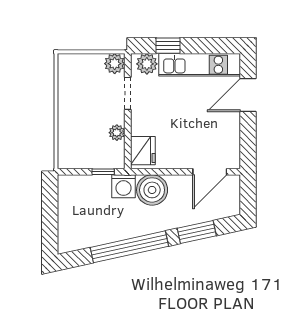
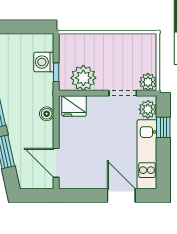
plant: (117, 133) -> (83, 78), width x1.88, depth x1.88
washing machine: (124, 186) -> (44, 62), moved
boiler: (152, 190) -> (47, 114), width x0.54, depth x0.54

